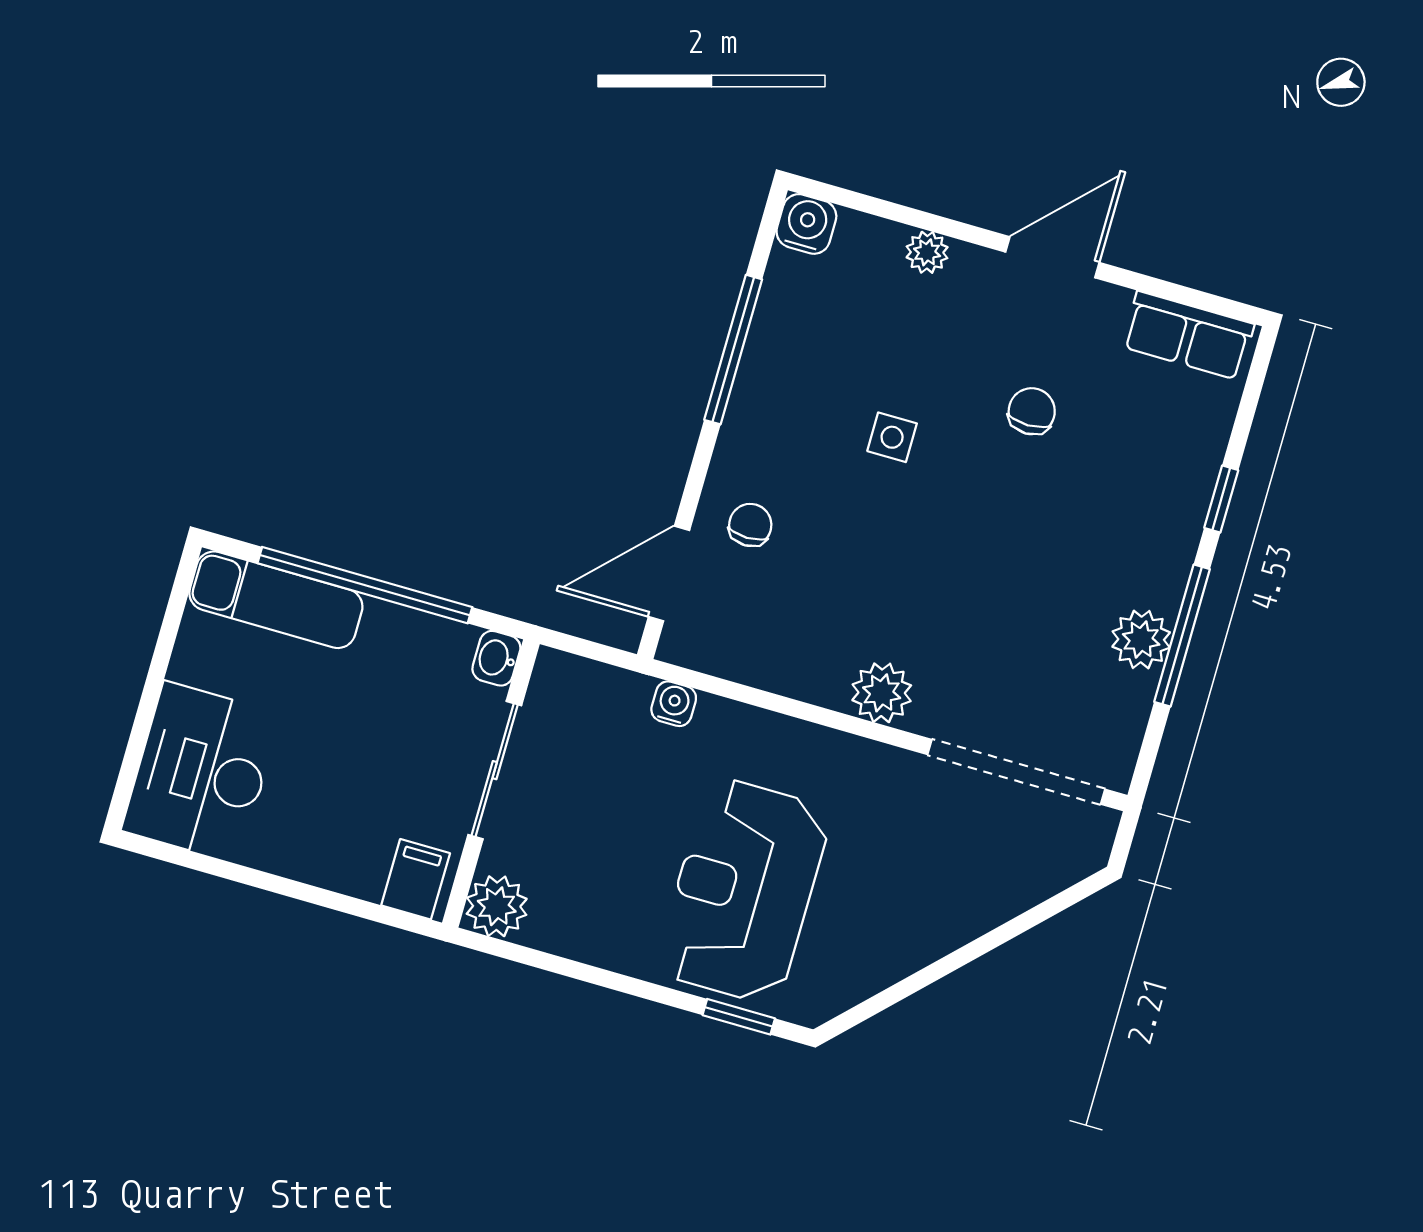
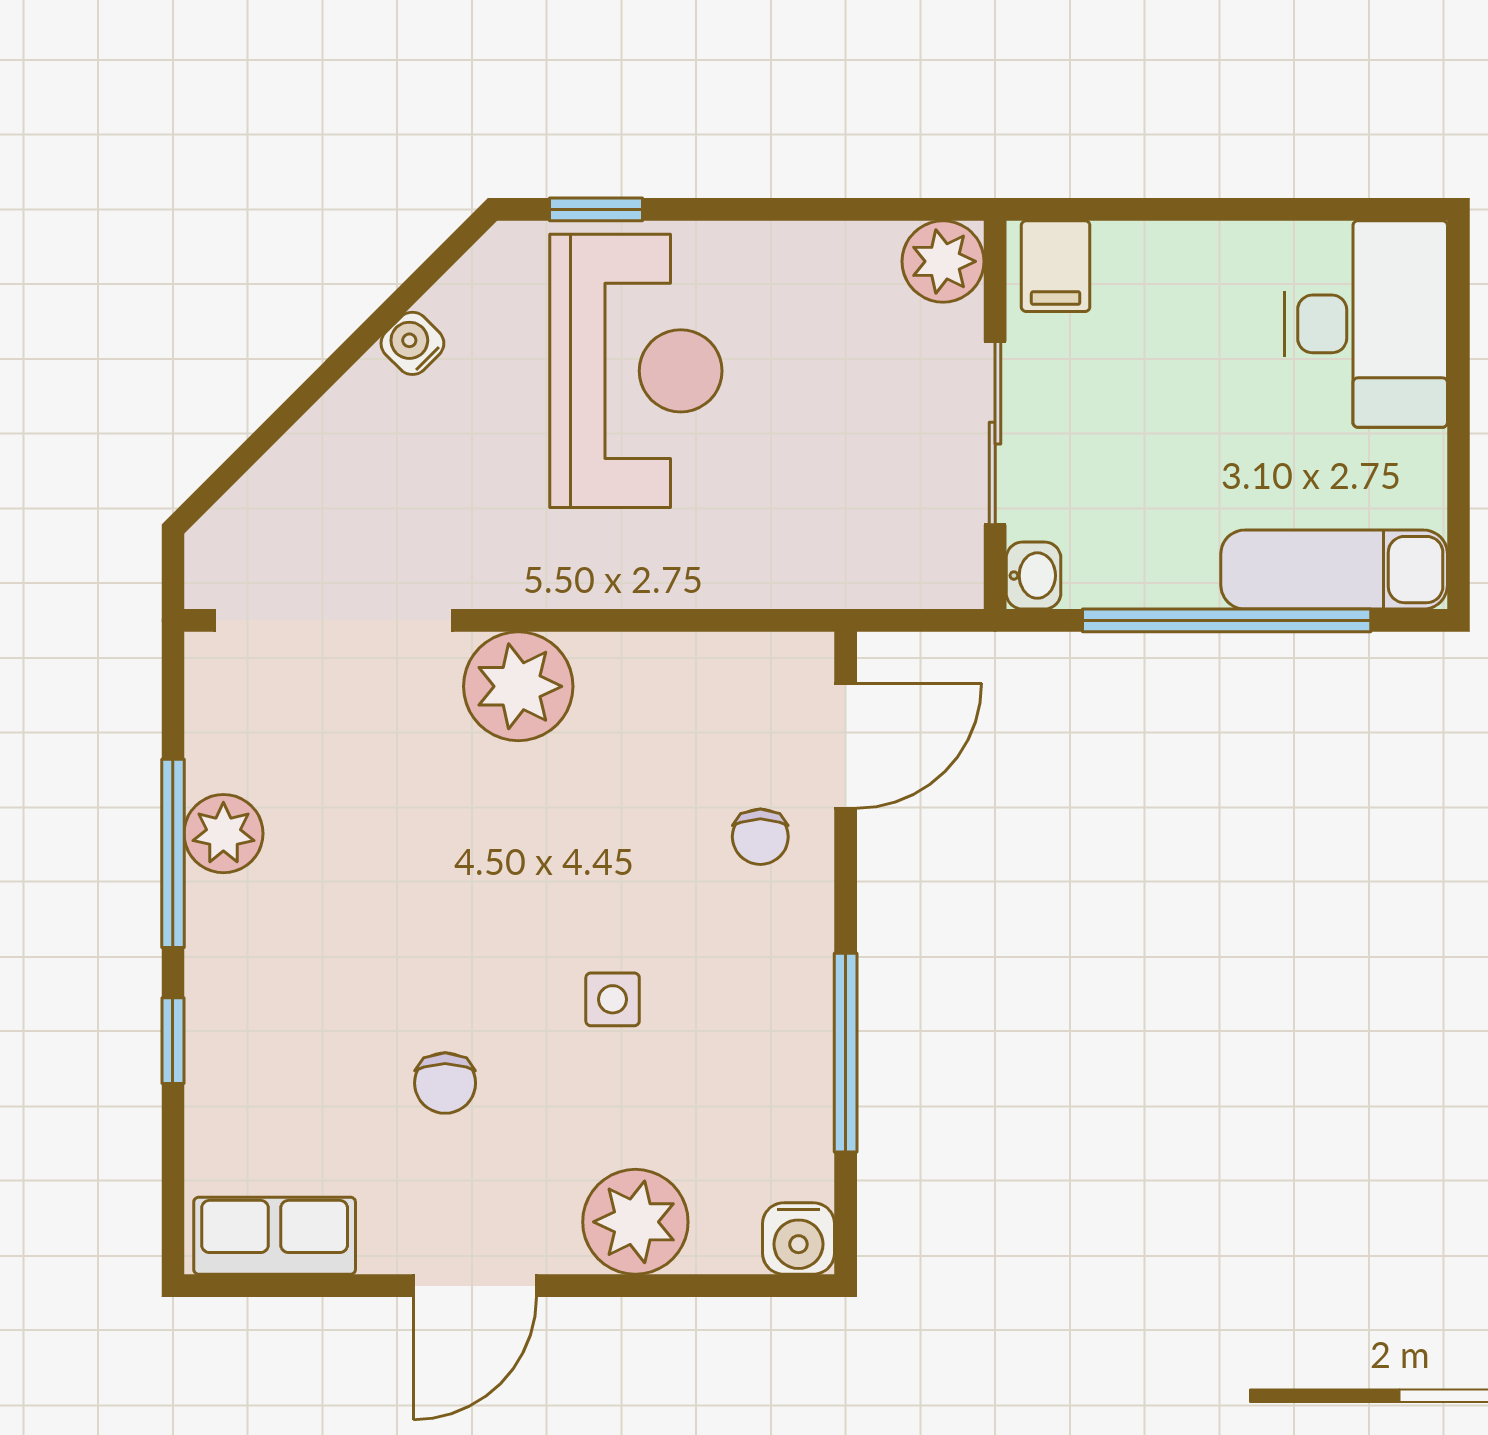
plant: (927, 252) -> (635, 1222), width x1.87, depth x1.87
plant: (882, 693) -> (518, 686), width x1.36, depth x1.36
water cooler: (674, 704) -> (412, 343), moved, turned 135

